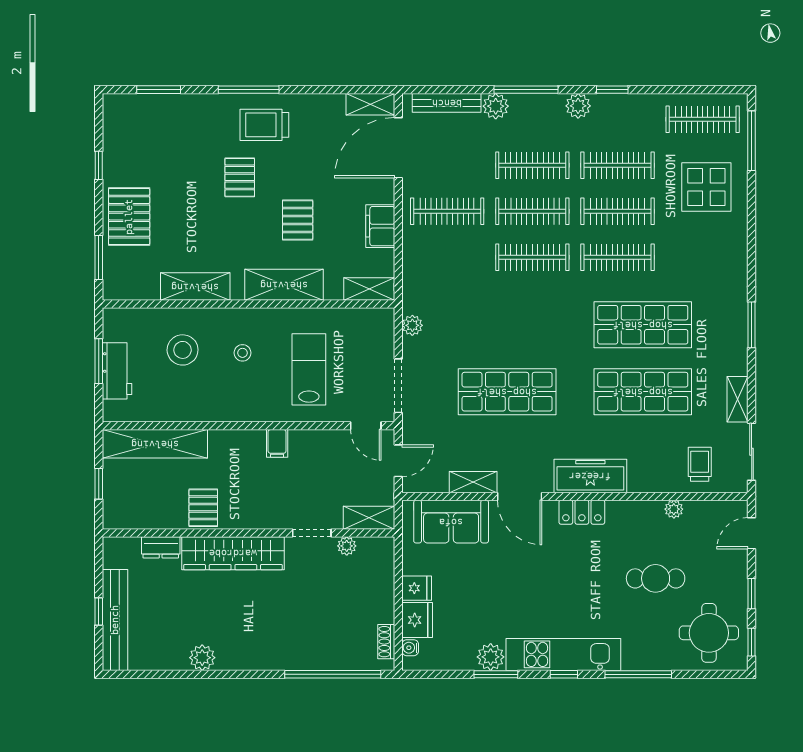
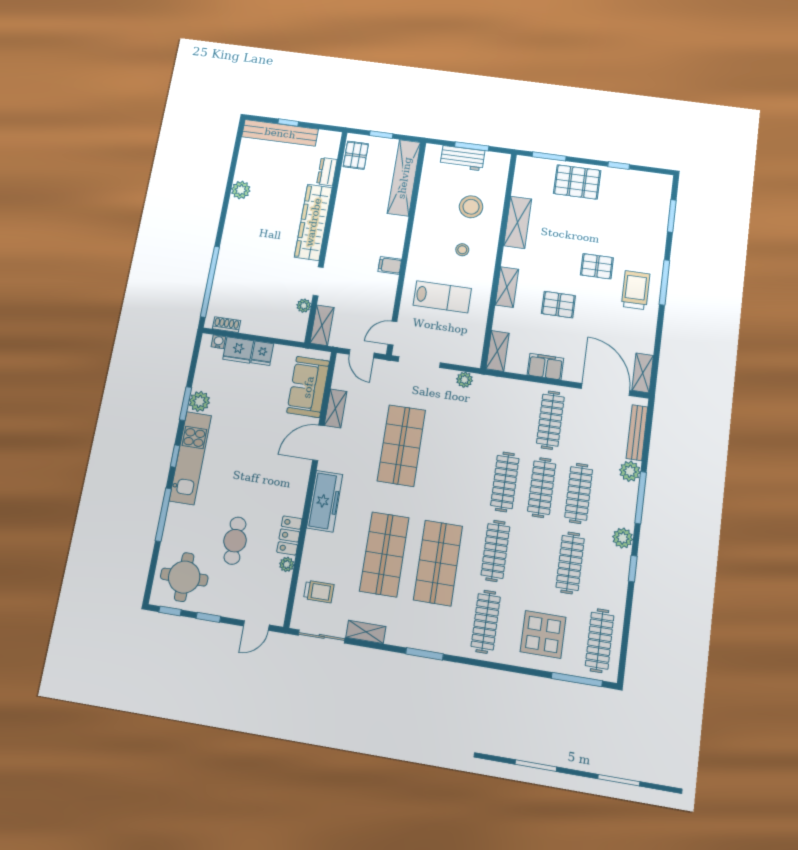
clothes rail: (617, 211) -> (486, 622), moved
shelving: (284, 285) -> (507, 287), width x0.67, depth x0.75
pallet: (203, 508) -> (356, 155), moved, turned 90
locker: (582, 512) -> (289, 535), moved
door: (752, 533) -> (256, 625), swing flipped

